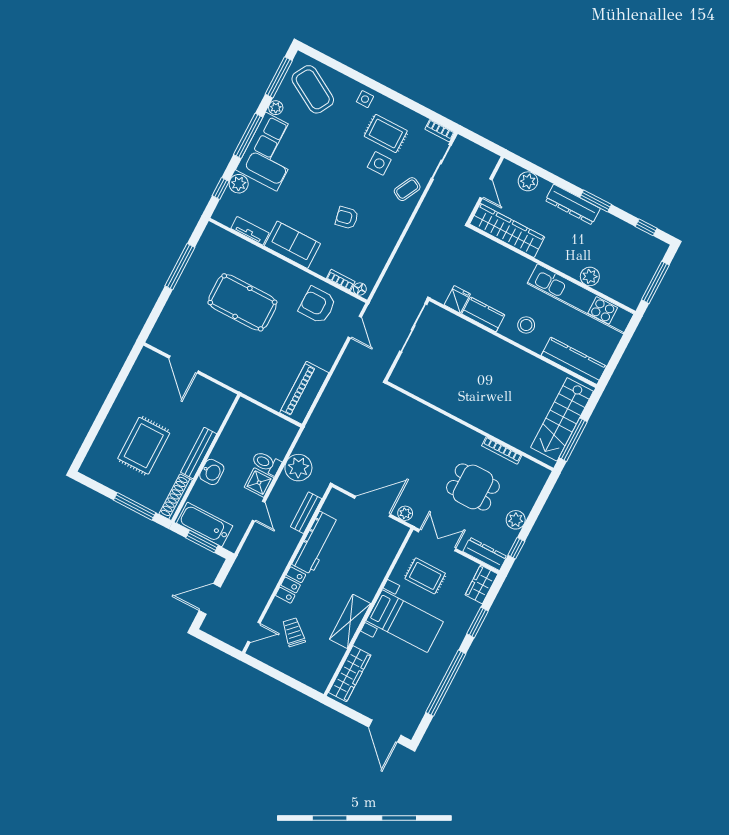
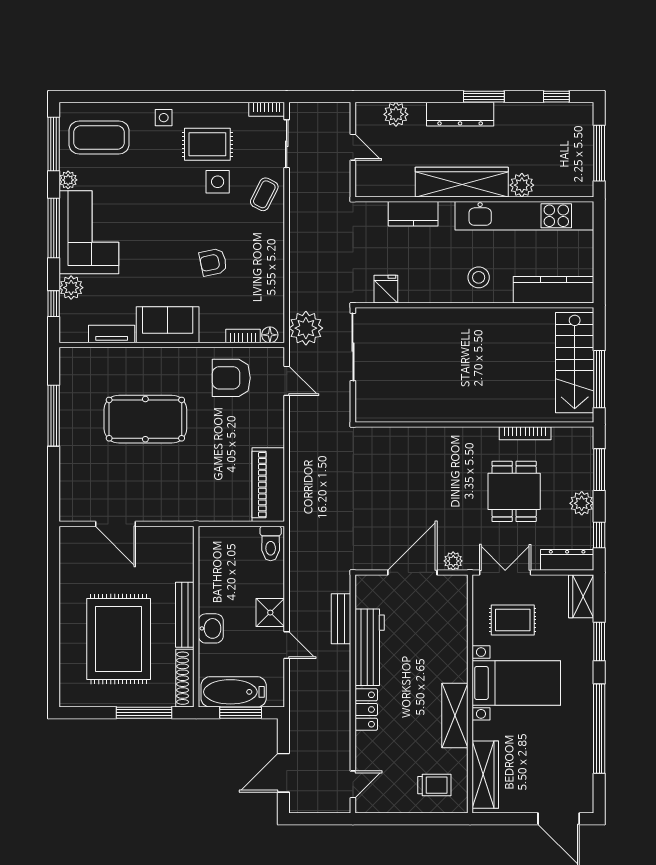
coffee table: (313, 89) -> (99, 137), turned -30
wardrobe: (507, 230) -> (462, 182), moved
kitchen counter: (483, 314) -> (413, 214), moved, turned 180
rug: (144, 446) -> (119, 639), width x1.37, depth x1.44
toilet: (266, 463) -> (271, 543), moved, turned -90
plant: (298, 468) -> (306, 328), moved
dining table: (473, 487) -> (514, 491), turned 90
window: (540, 503) -> (599, 470), added
trolley: (294, 632) -> (434, 785), moved, turned 135

